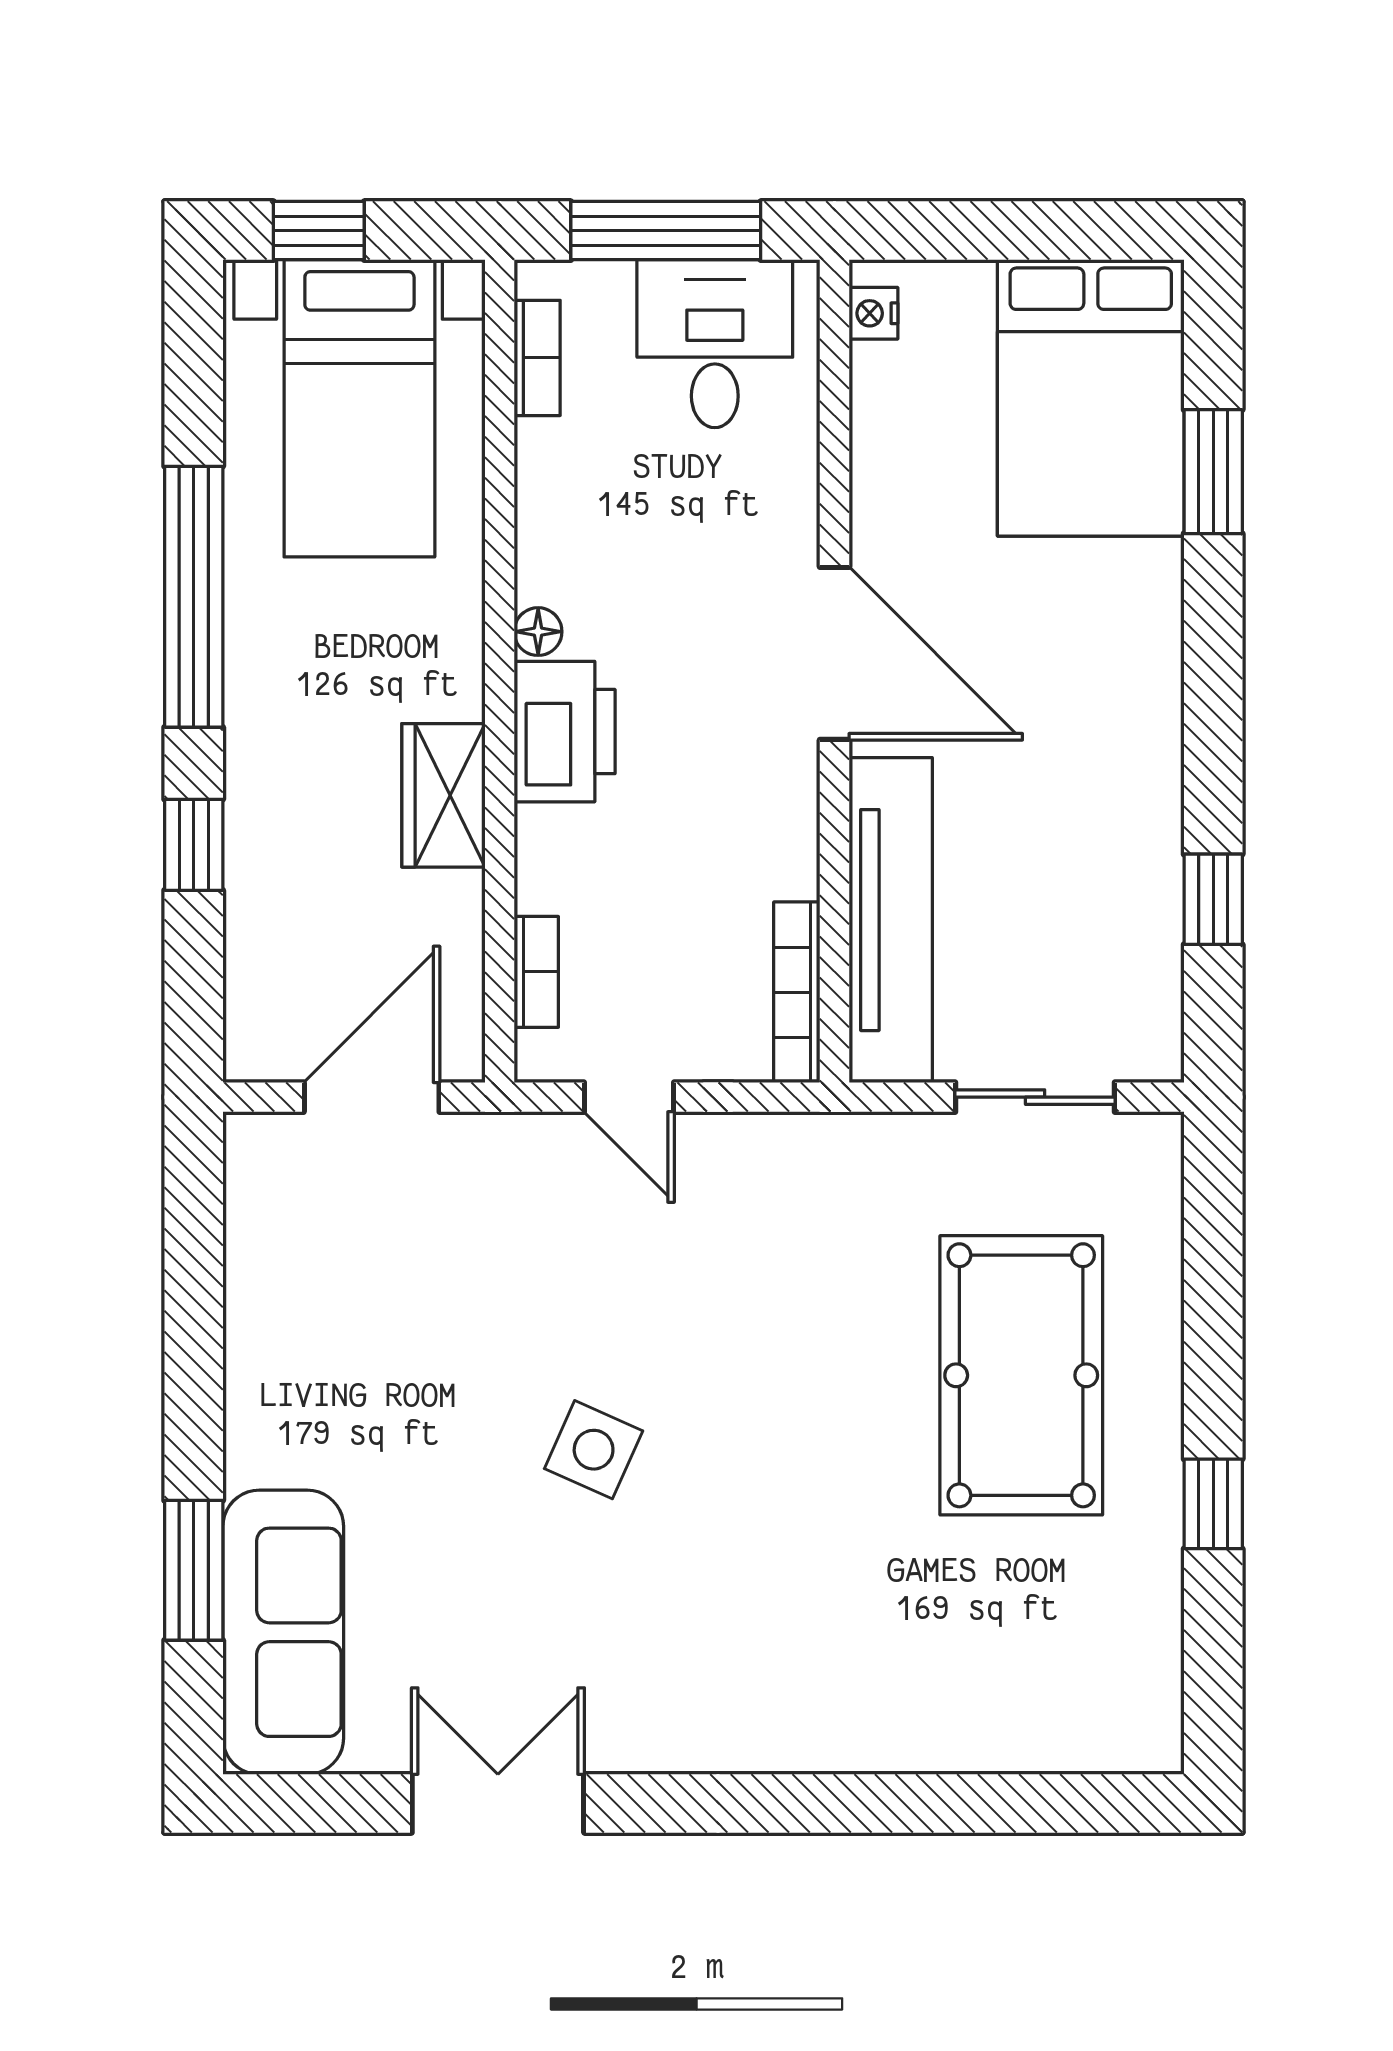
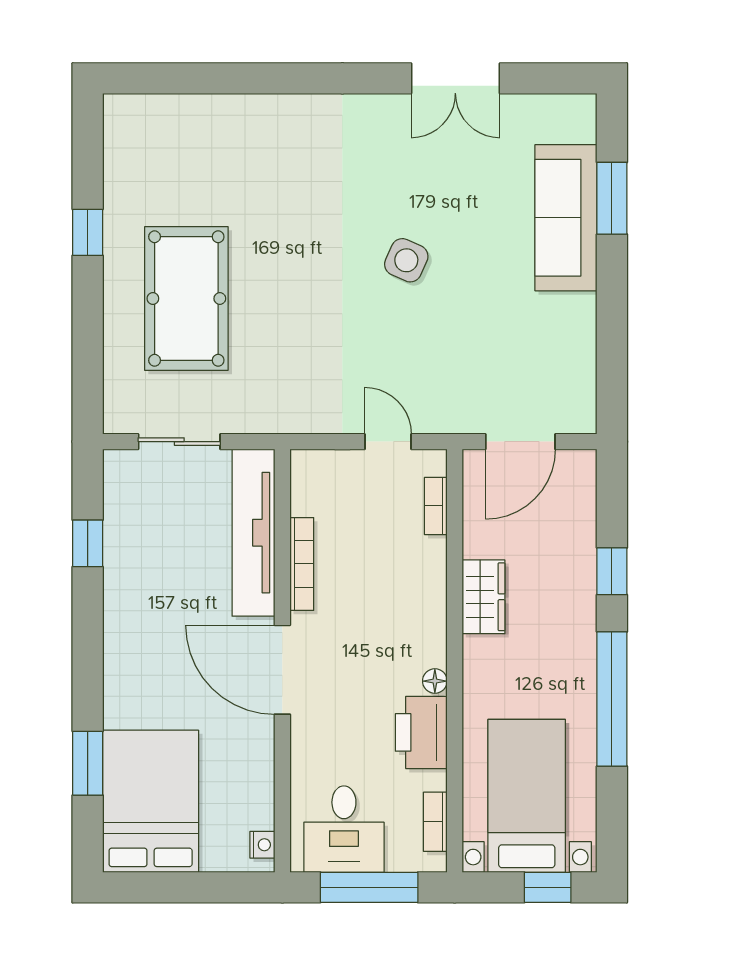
printer: (565, 732) -> (421, 732), moved
bookcase: (797, 992) -> (302, 564), moved
sofa: (283, 1632) -> (566, 218), moved

